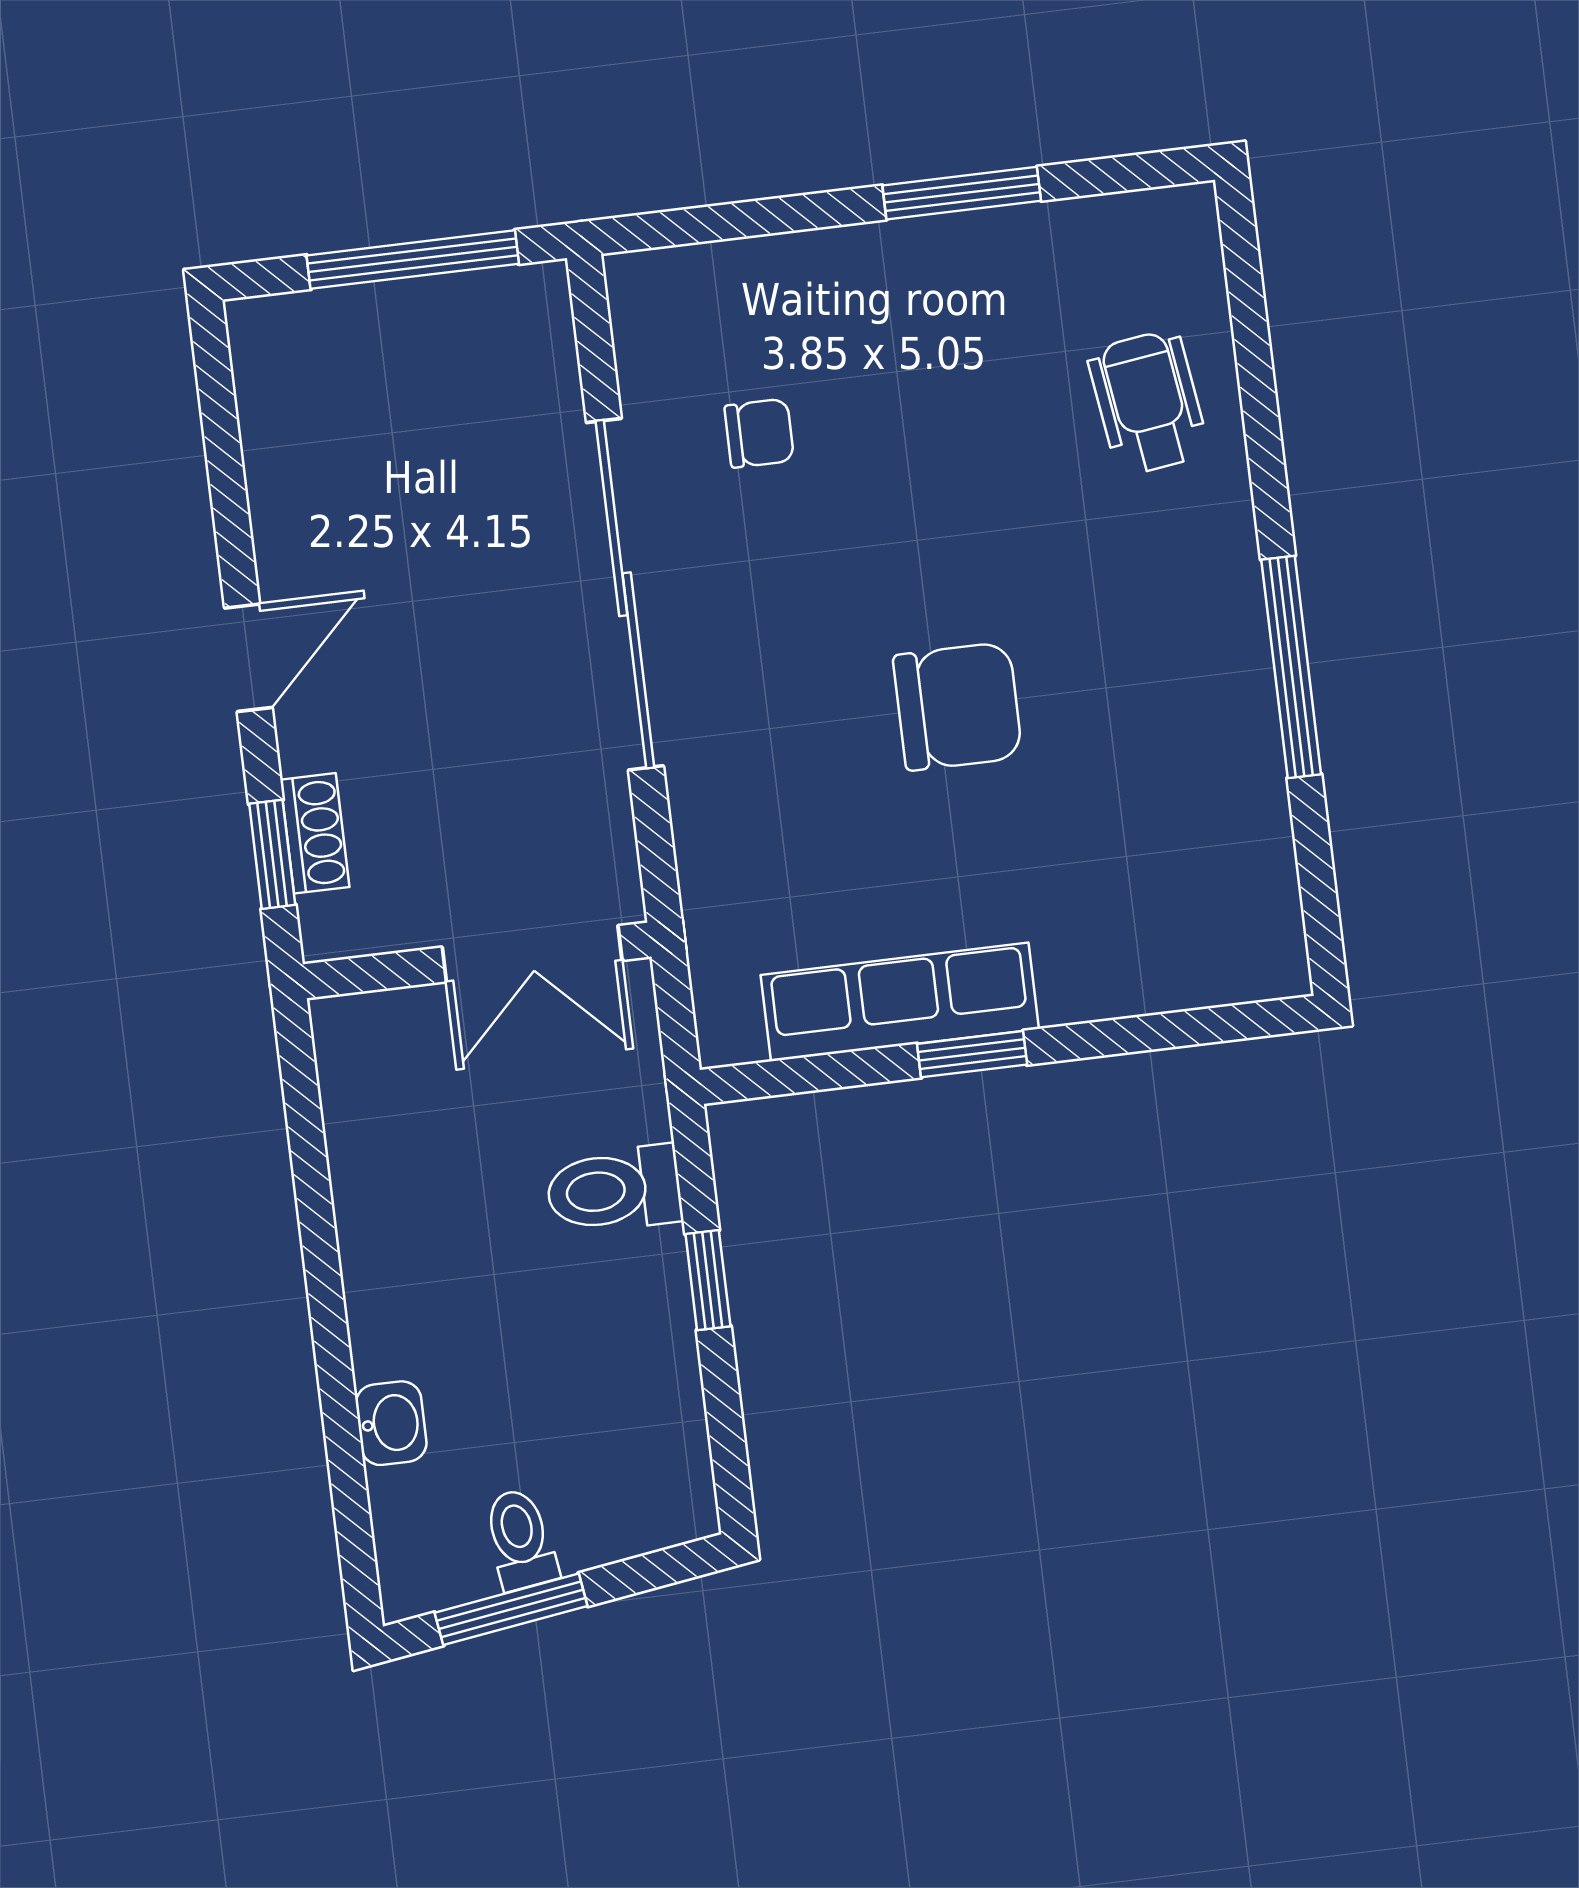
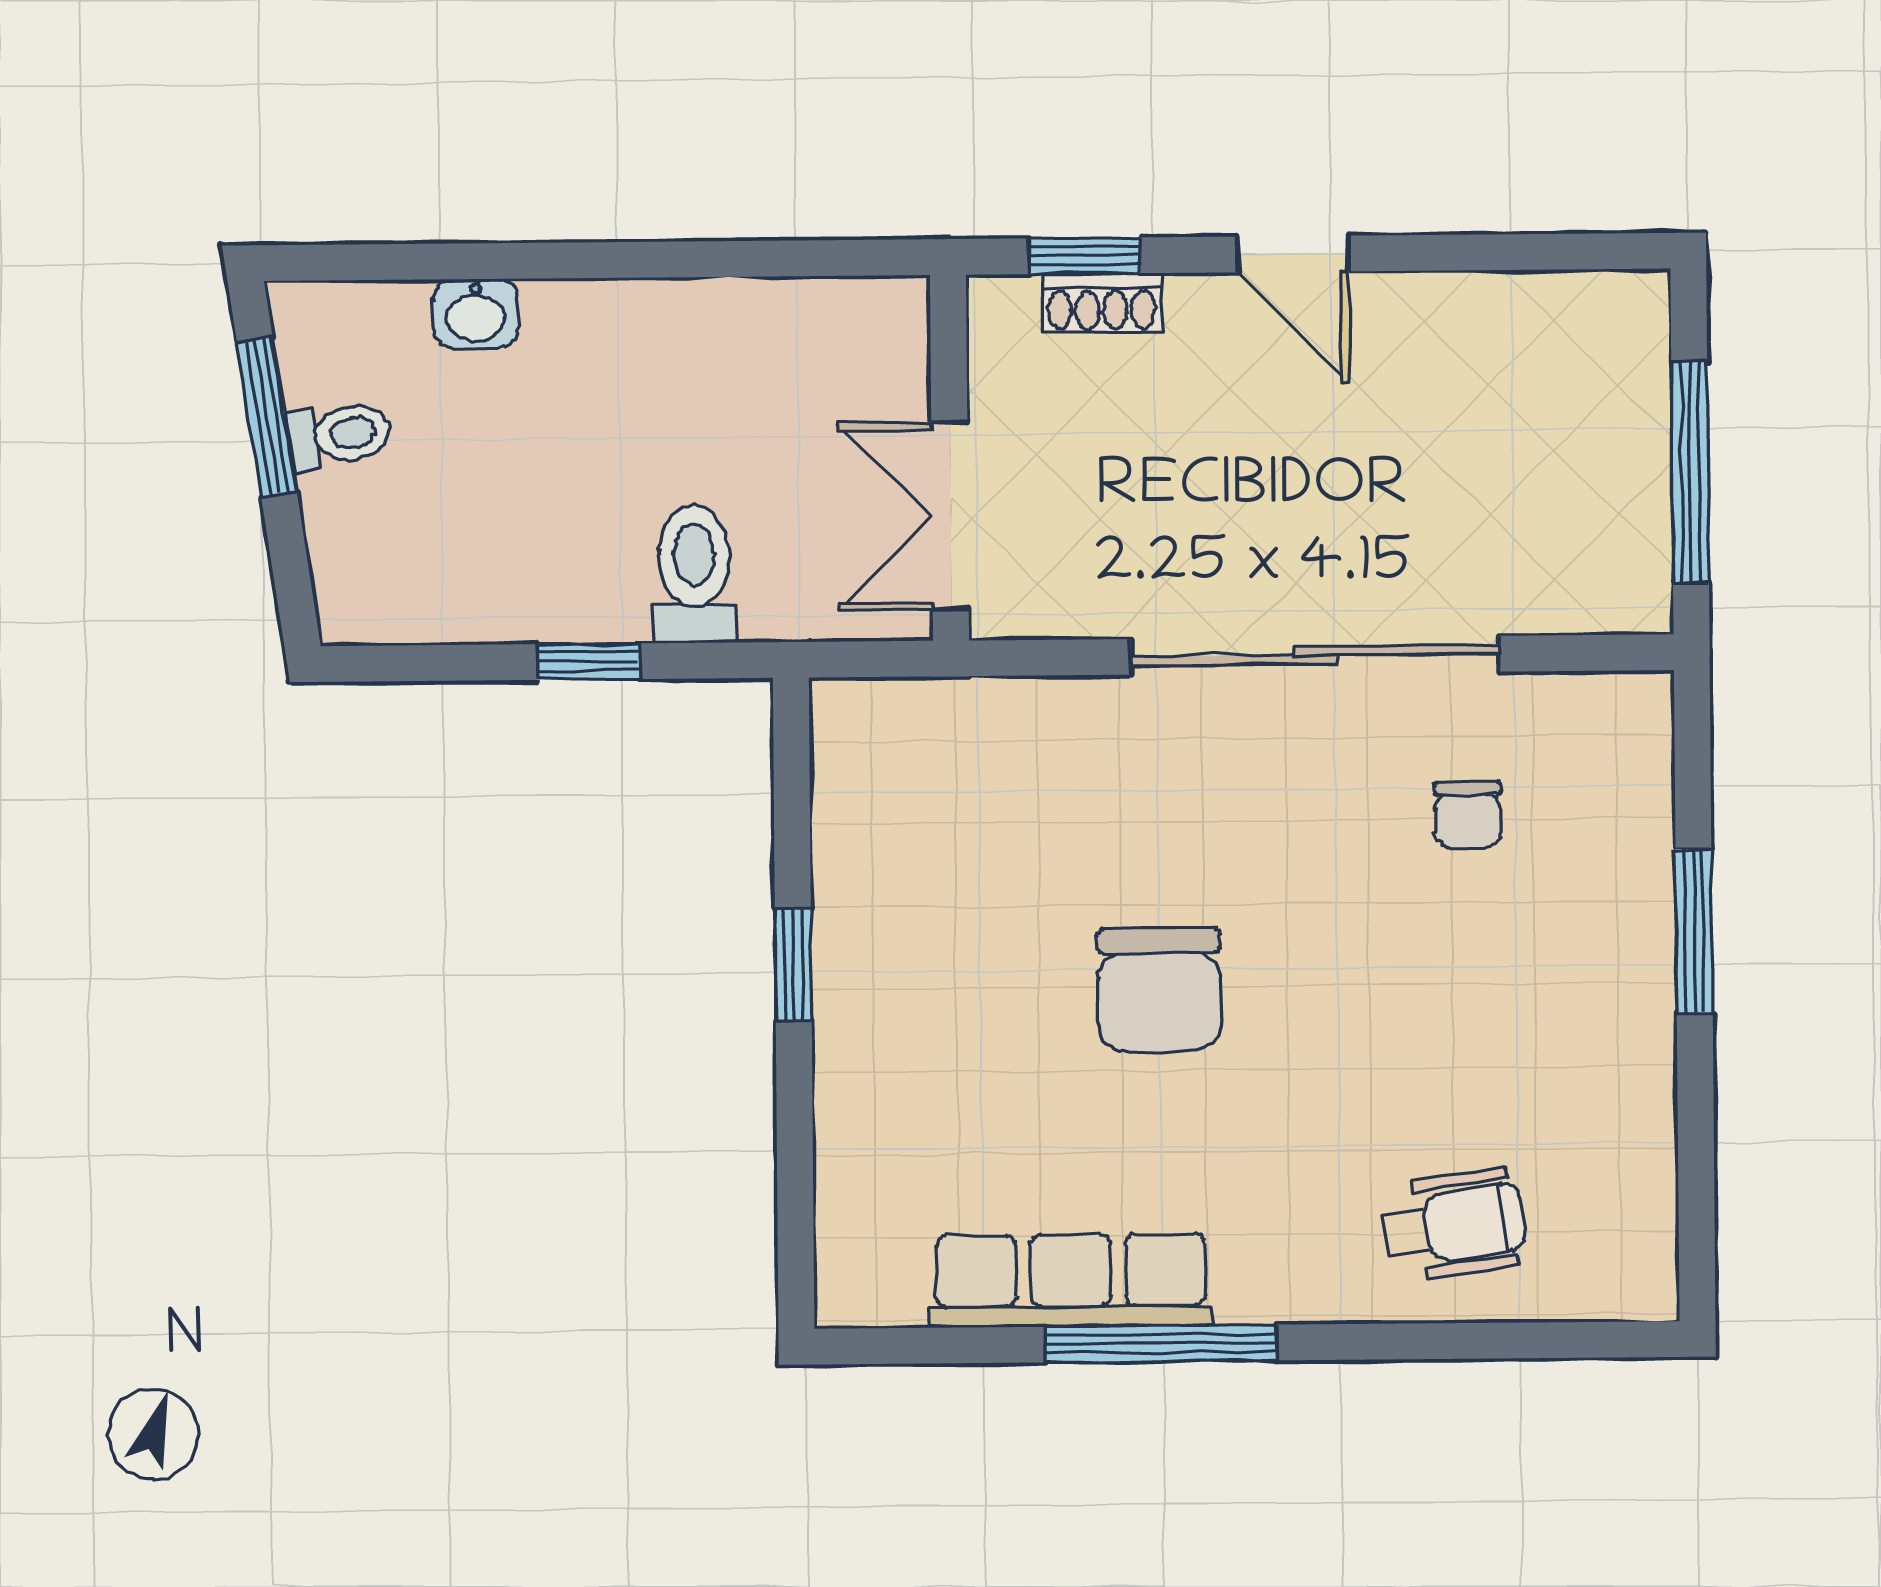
window: (962, 193) -> (1694, 931), moved
row of seats: (900, 1002) -> (1071, 1281), moved, turned -90

